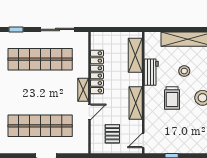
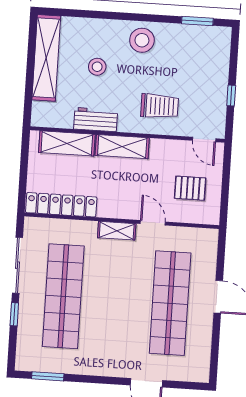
window: (16, 29) -> (14, 314), moved
locker: (97, 72) -> (61, 205), moved
trolley: (172, 98) -> (160, 106), moved
shelving: (136, 103) -> (122, 147), moved

